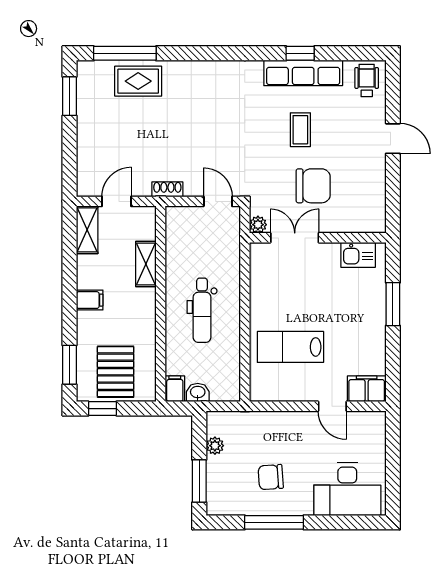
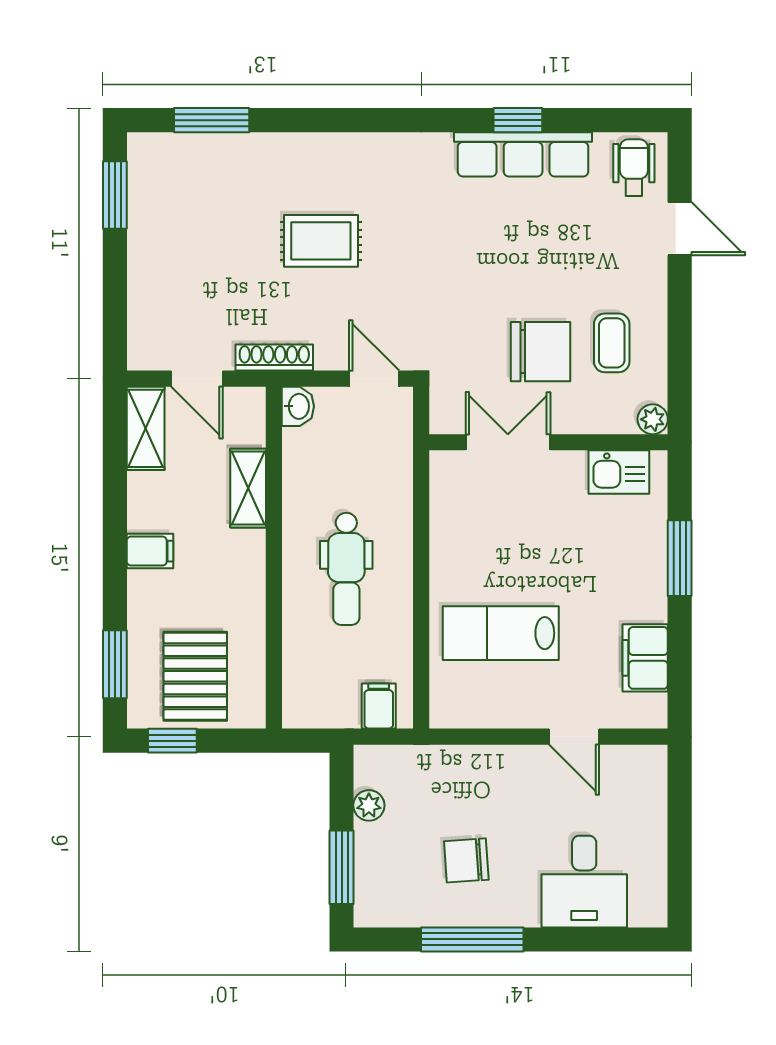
window: (125, 53) -> (212, 120), width x0.69
rug: (138, 81) -> (321, 241), moved
coffee table: (300, 130) -> (612, 343), moved
door: (393, 139) -> (680, 229), moved
shoe rack: (167, 189) -> (274, 358), width x1.43
door: (117, 201) -> (197, 379), swing flipped
plant: (258, 225) -> (653, 419), moved
filing cabinet: (175, 389) -> (379, 706), moved
filing cabinet: (367, 389) -> (645, 658), moved, turned -90
washbasin: (198, 393) -> (298, 406), moved, turned 90
desk: (347, 489) -> (584, 882), width x0.73

